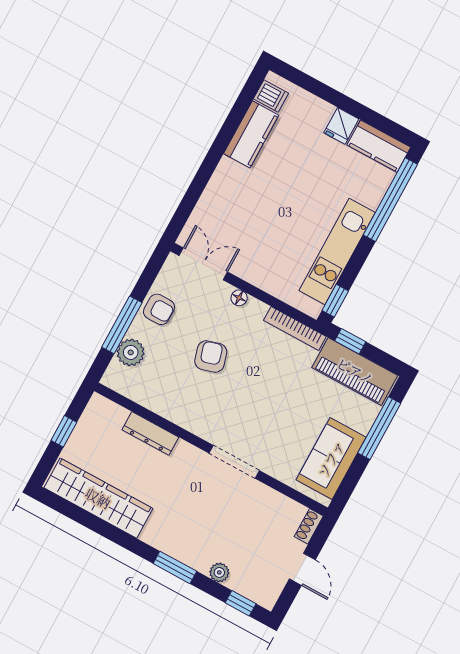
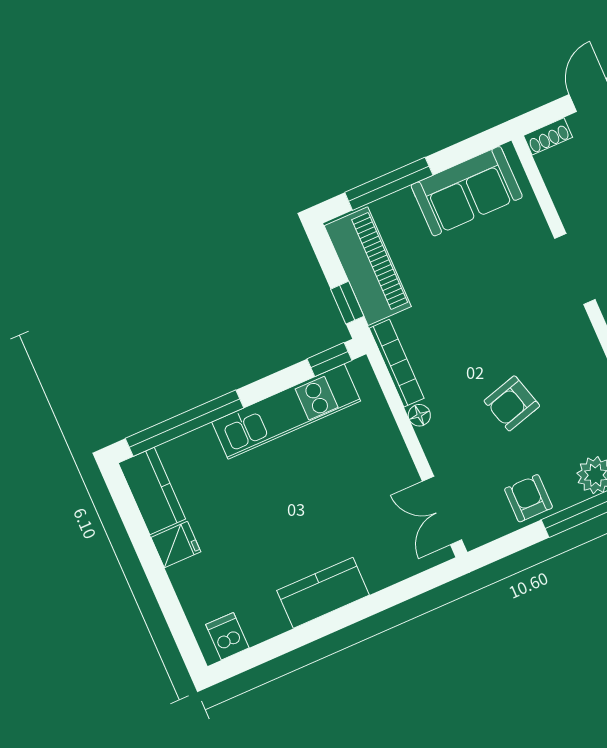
kitchen counter: (251, 134) -> (323, 593), moved
floor lamp: (239, 298) -> (419, 415), moved

